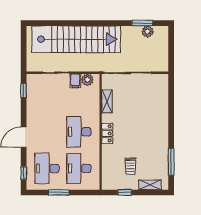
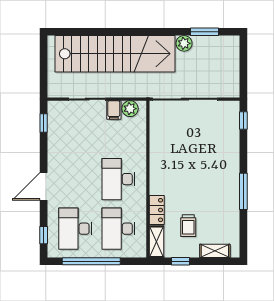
plant: (148, 32) -> (184, 43), moved
window: (171, 89) -> (243, 120), added
shelving: (107, 101) -> (157, 242), moved
locker: (107, 133) -> (157, 210), moved
window: (171, 162) -> (243, 191), moved
window: (59, 192) -> (91, 261), width x2.11

